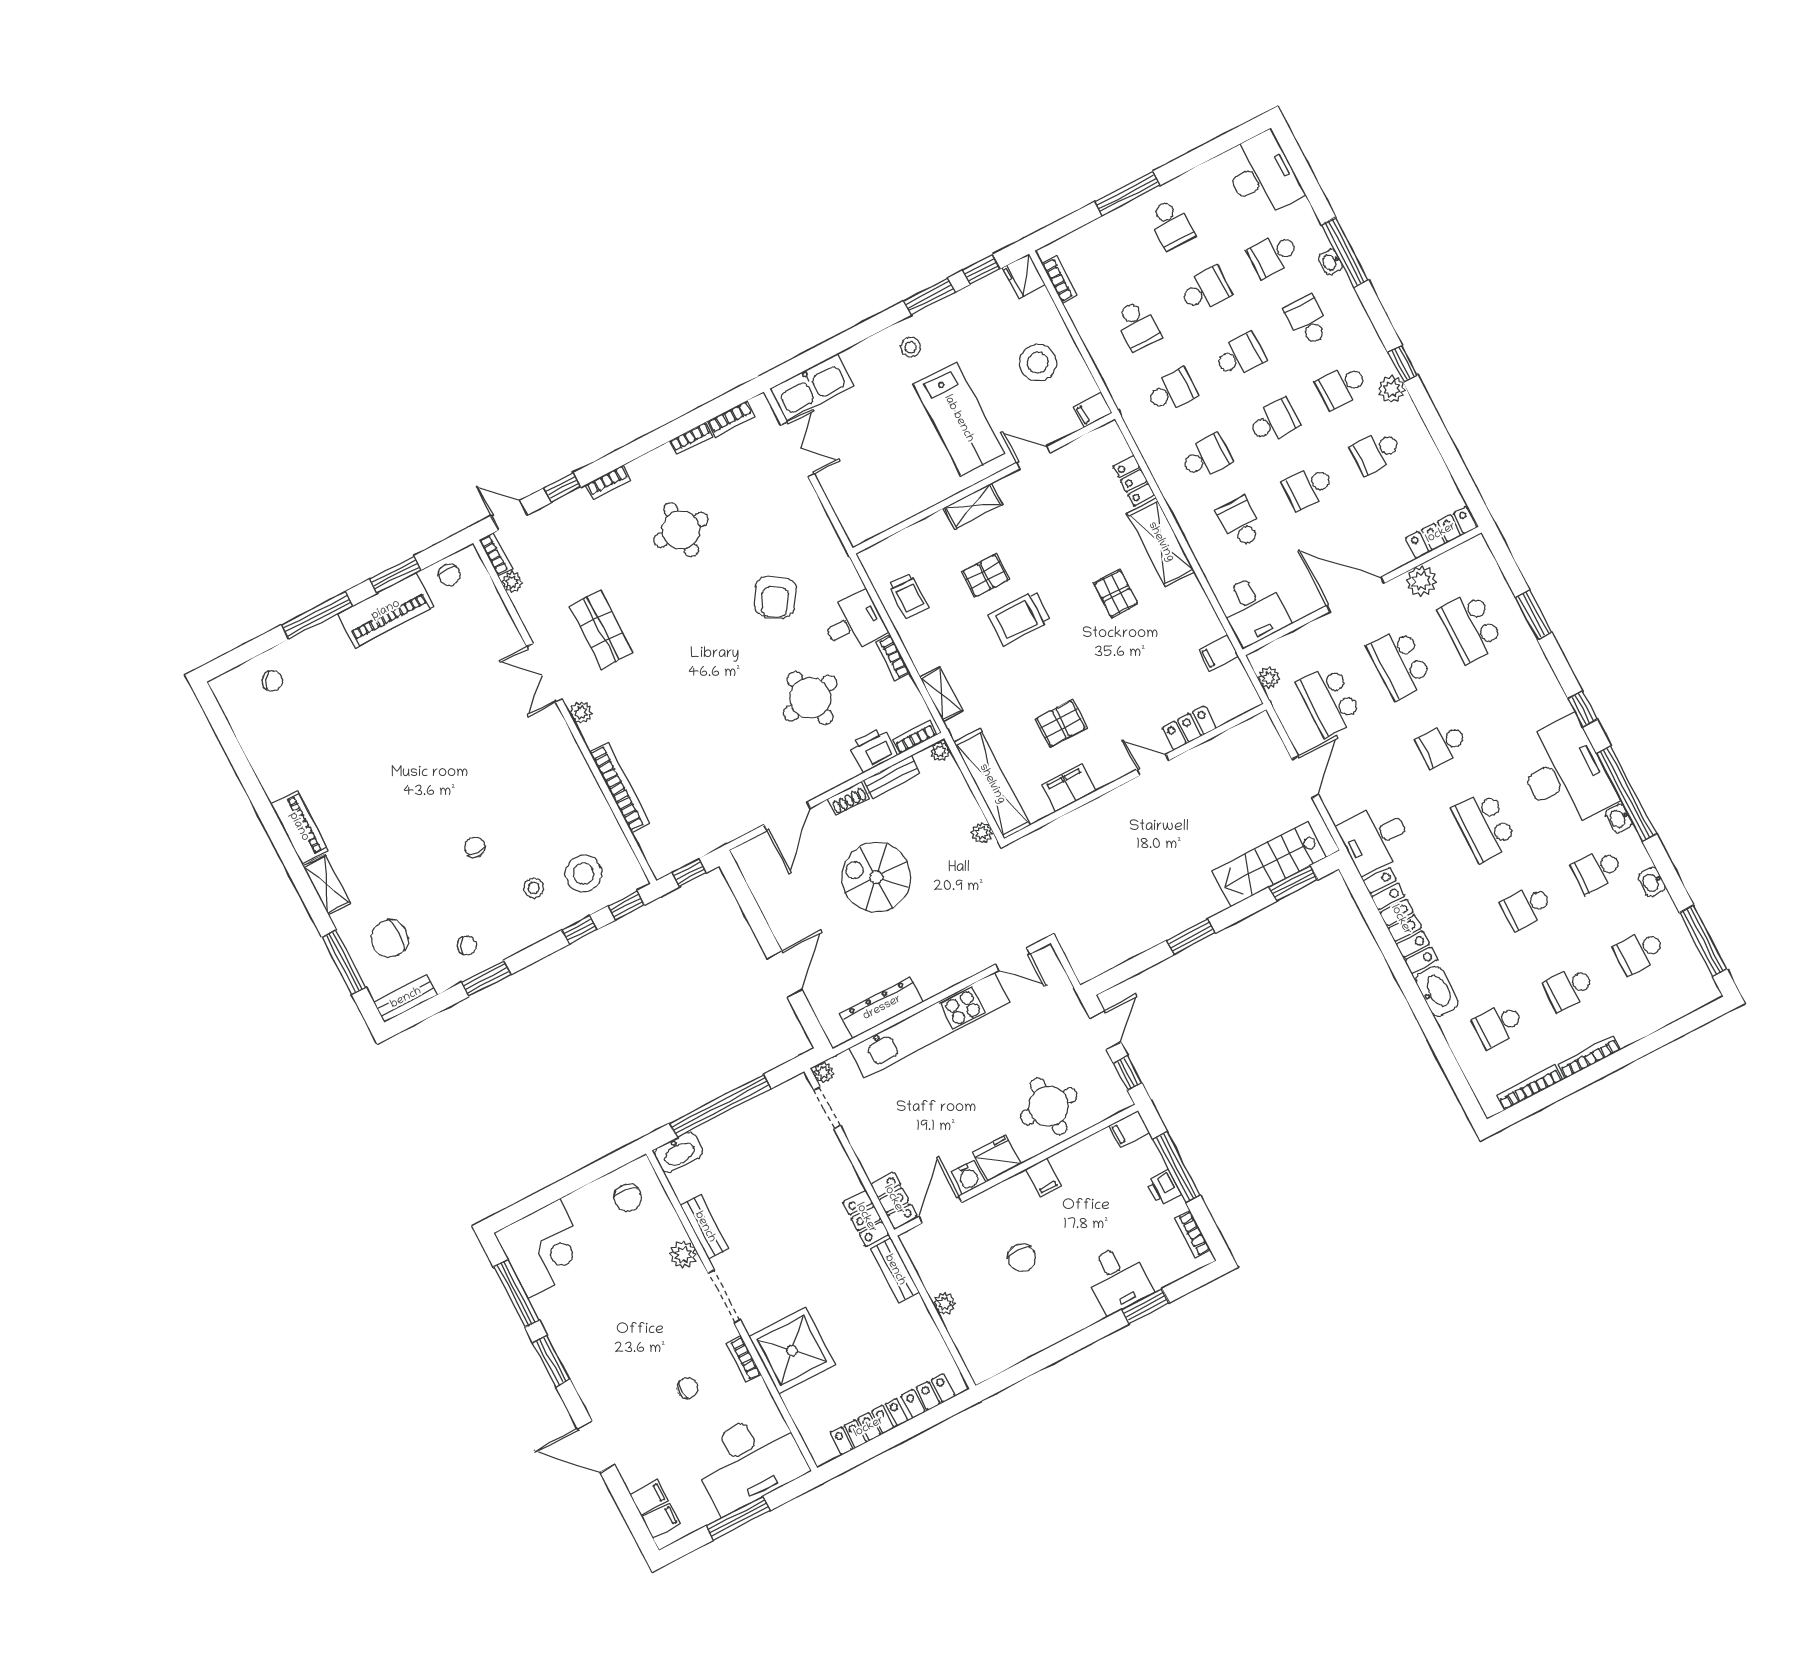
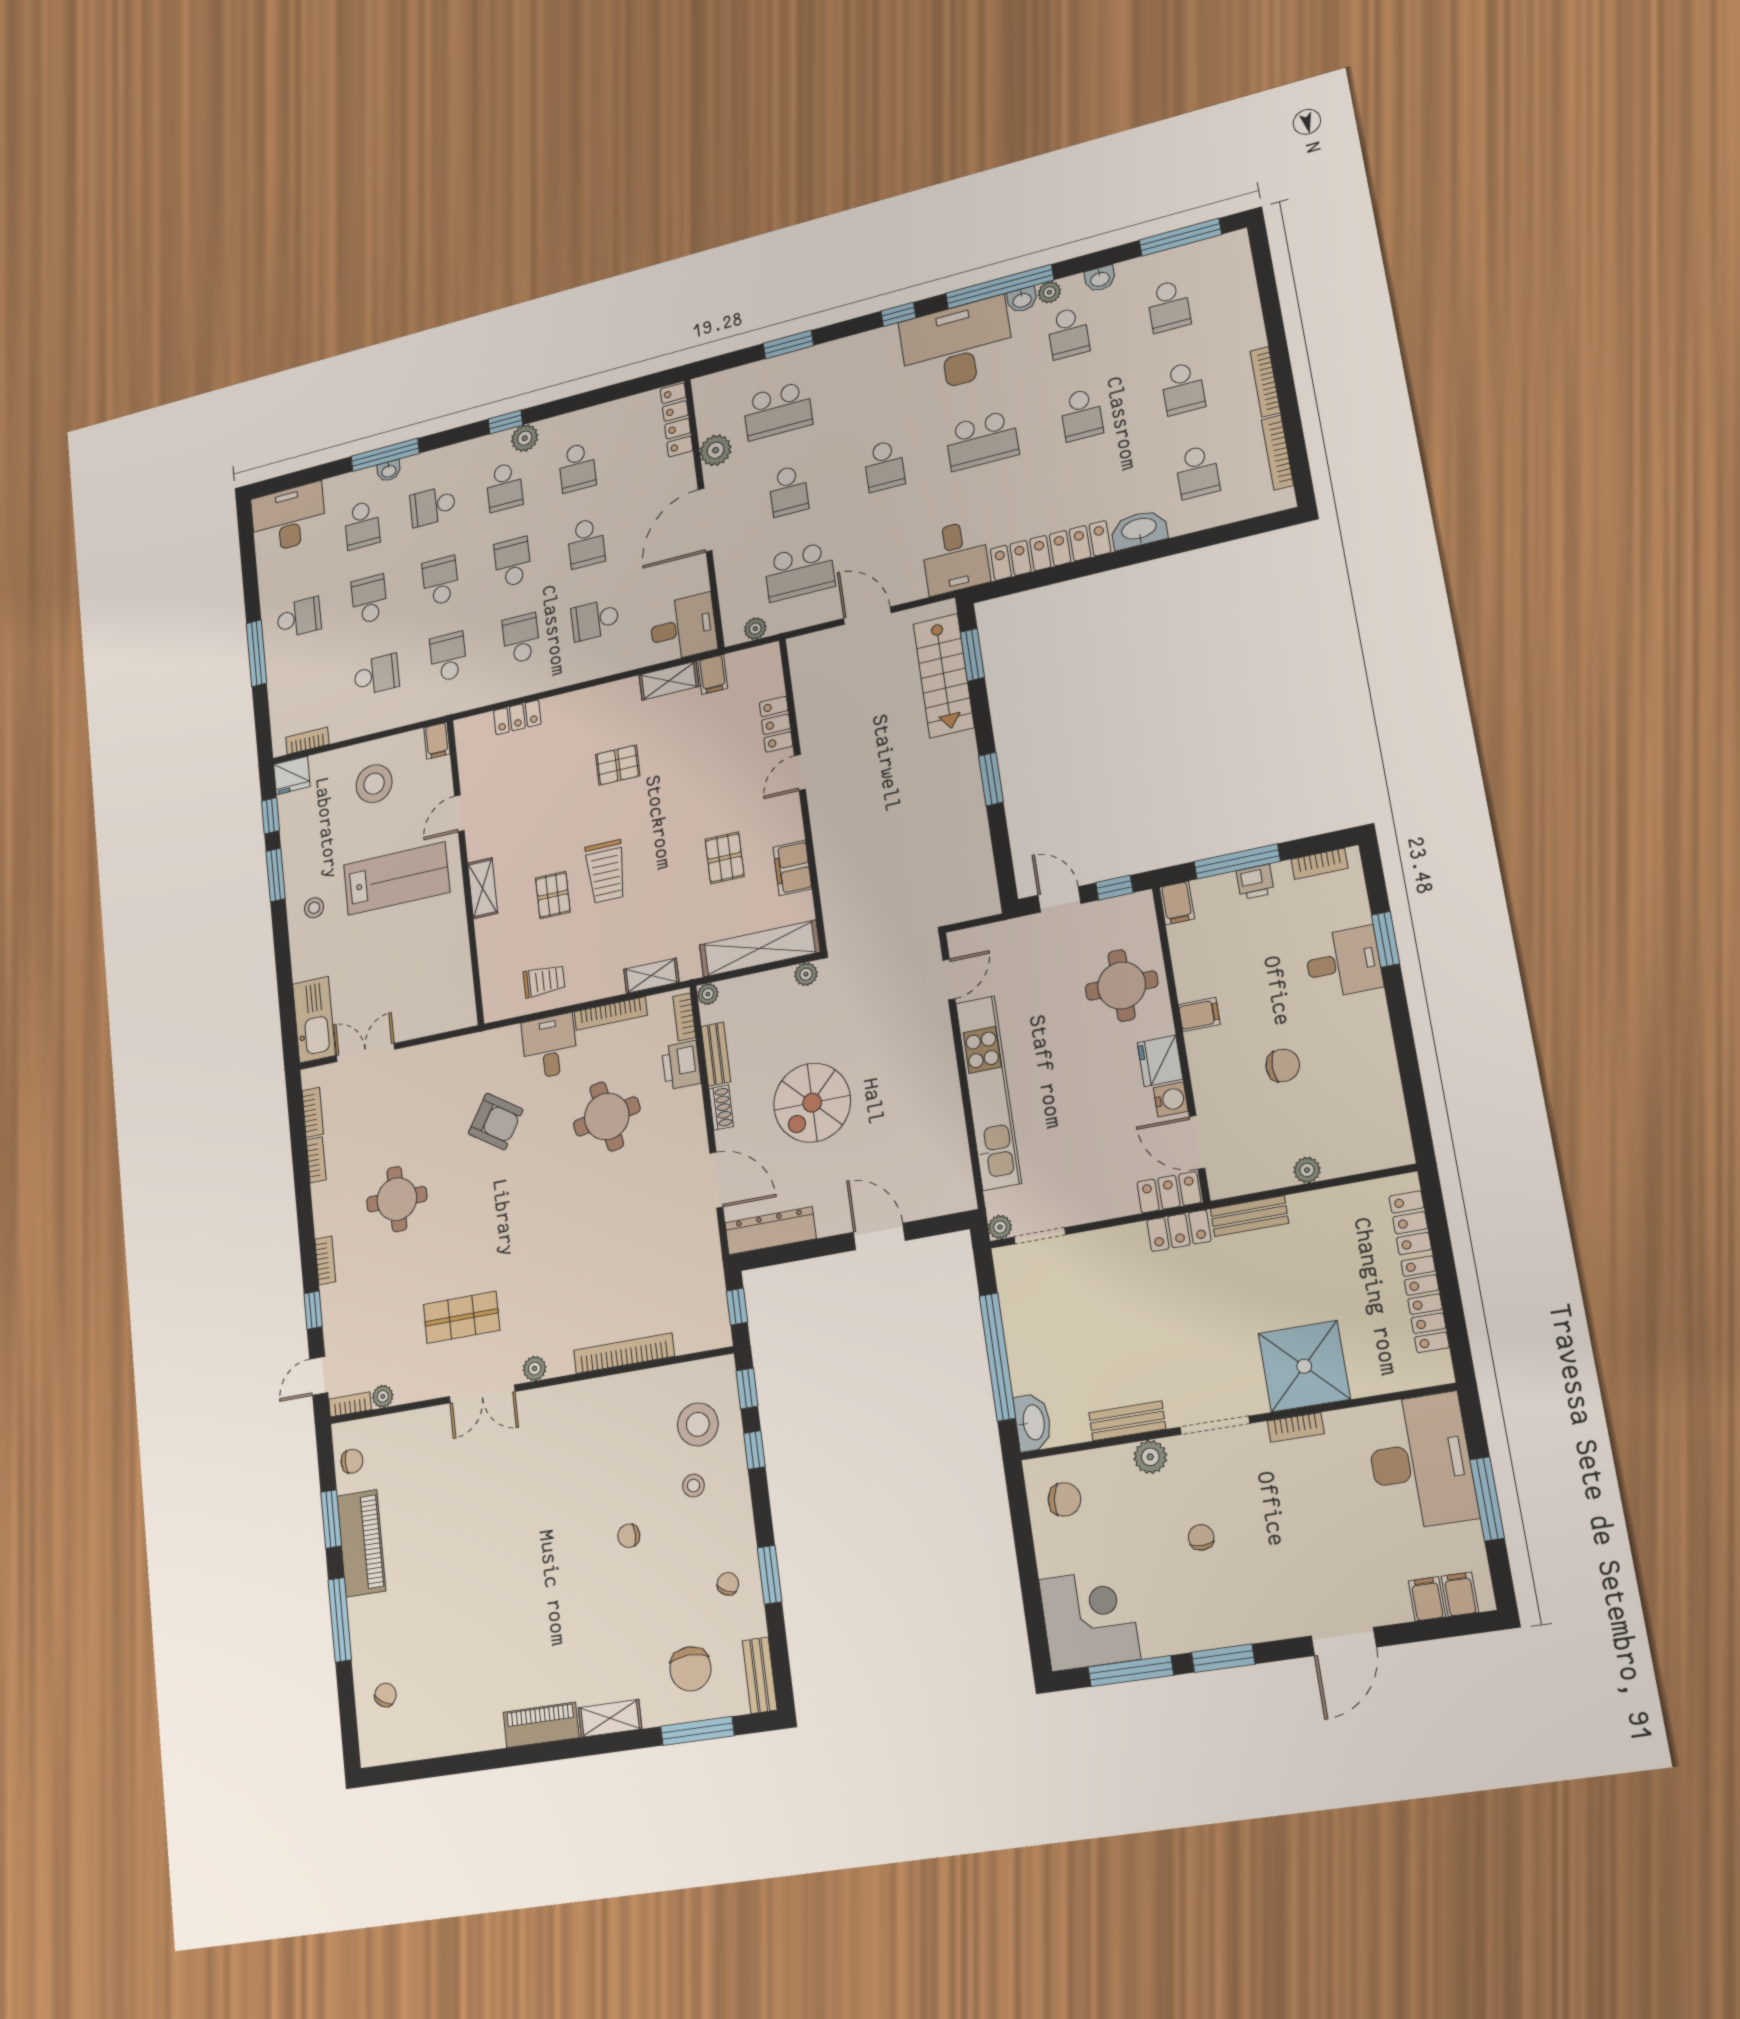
shelving: (1161, 542) -> (669, 681), moved, width x0.67, depth x0.75
bookcase: (893, 658) -> (611, 1013), width x1.56
school desk: (1400, 664) -> (788, 491), width x0.54
plant: (1631, 841) -> (1049, 292), added
dresser: (882, 1008) -> (770, 1231), moved, turned 90
chair: (687, 1388) -> (1201, 1537), moved

